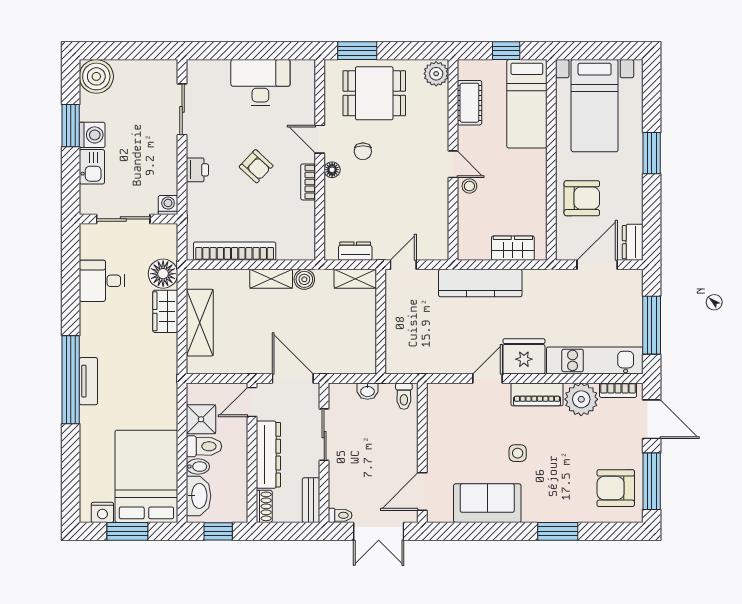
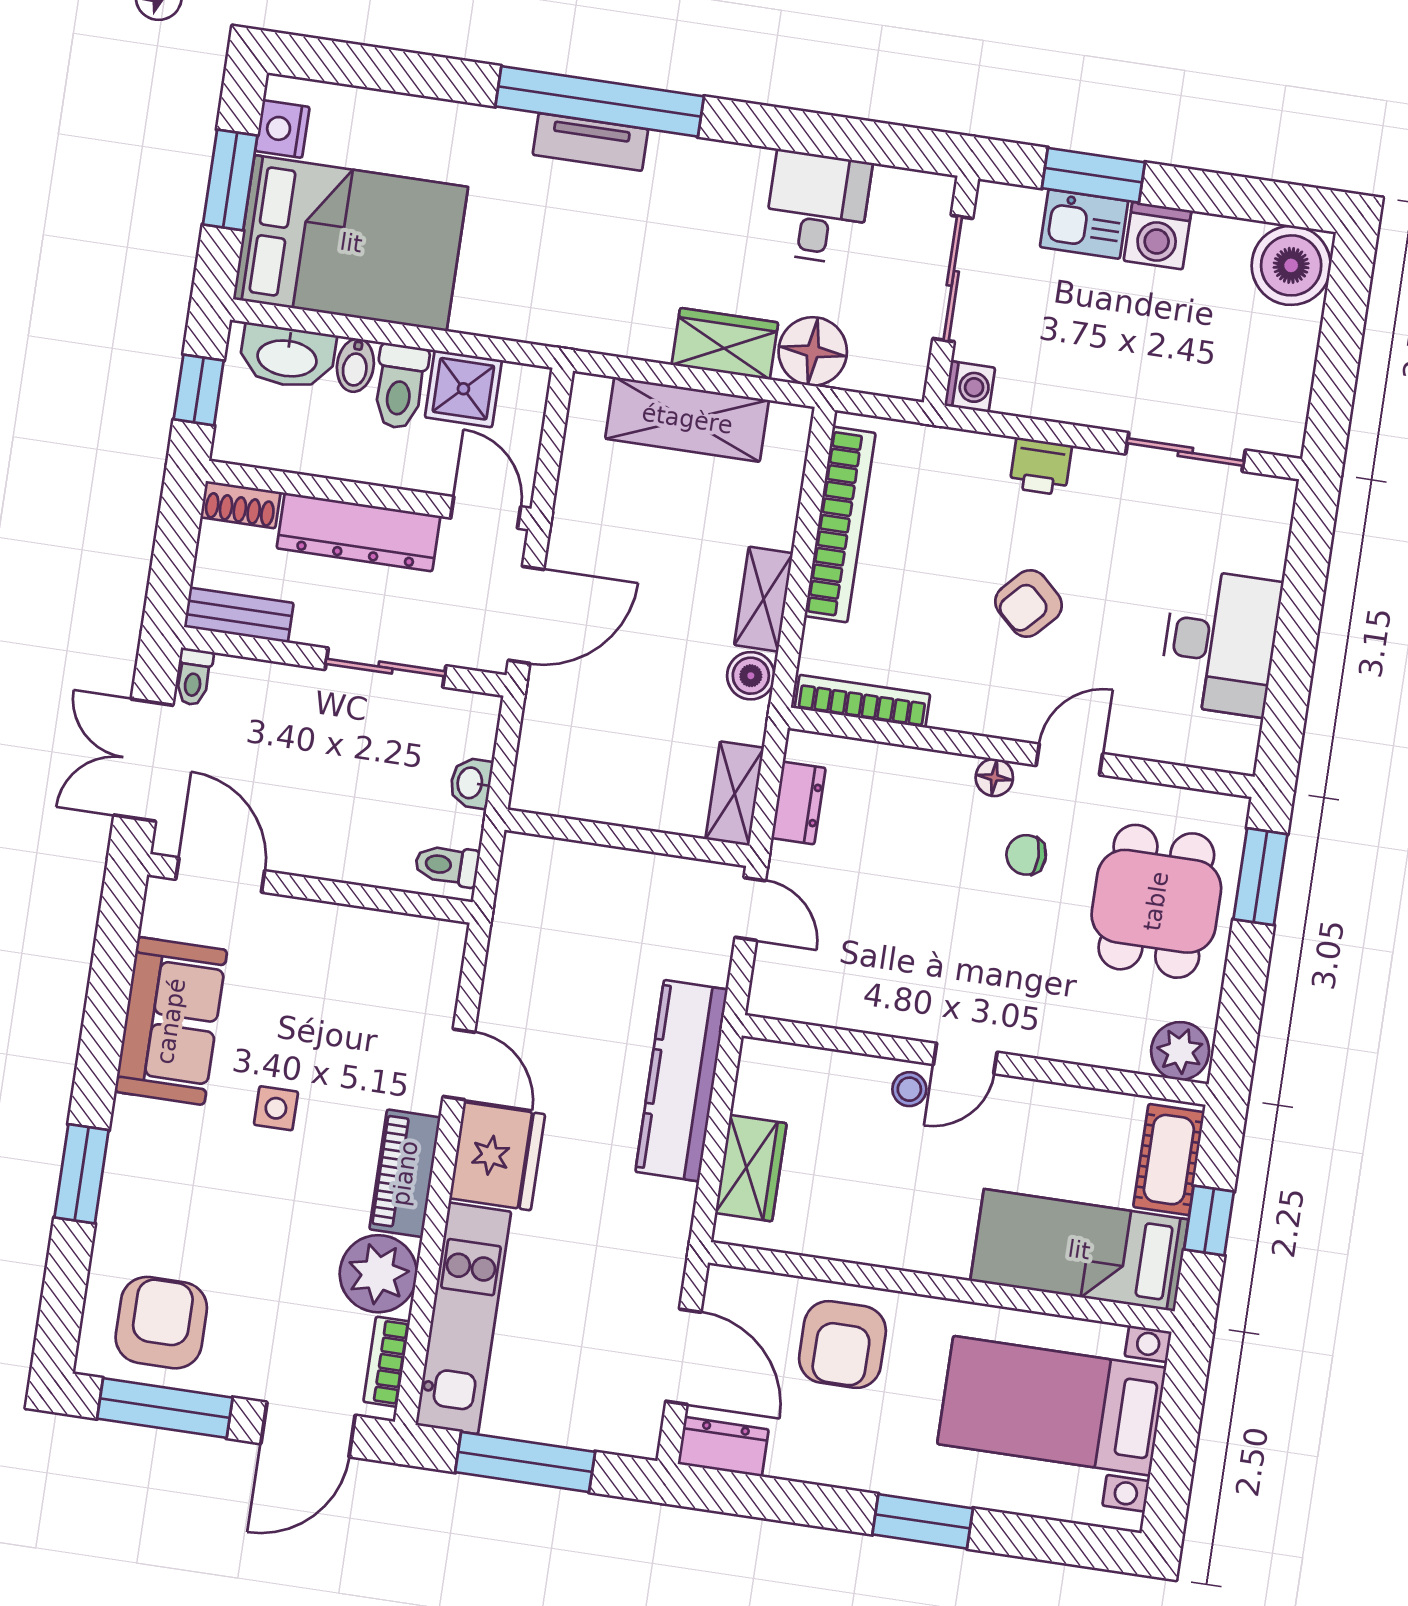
cot: (469, 103) -> (1169, 1160), moved, turned 90
window: (71, 126) -> (1093, 175), moved
bookcase: (308, 182) -> (862, 701), moved, width x1.56

